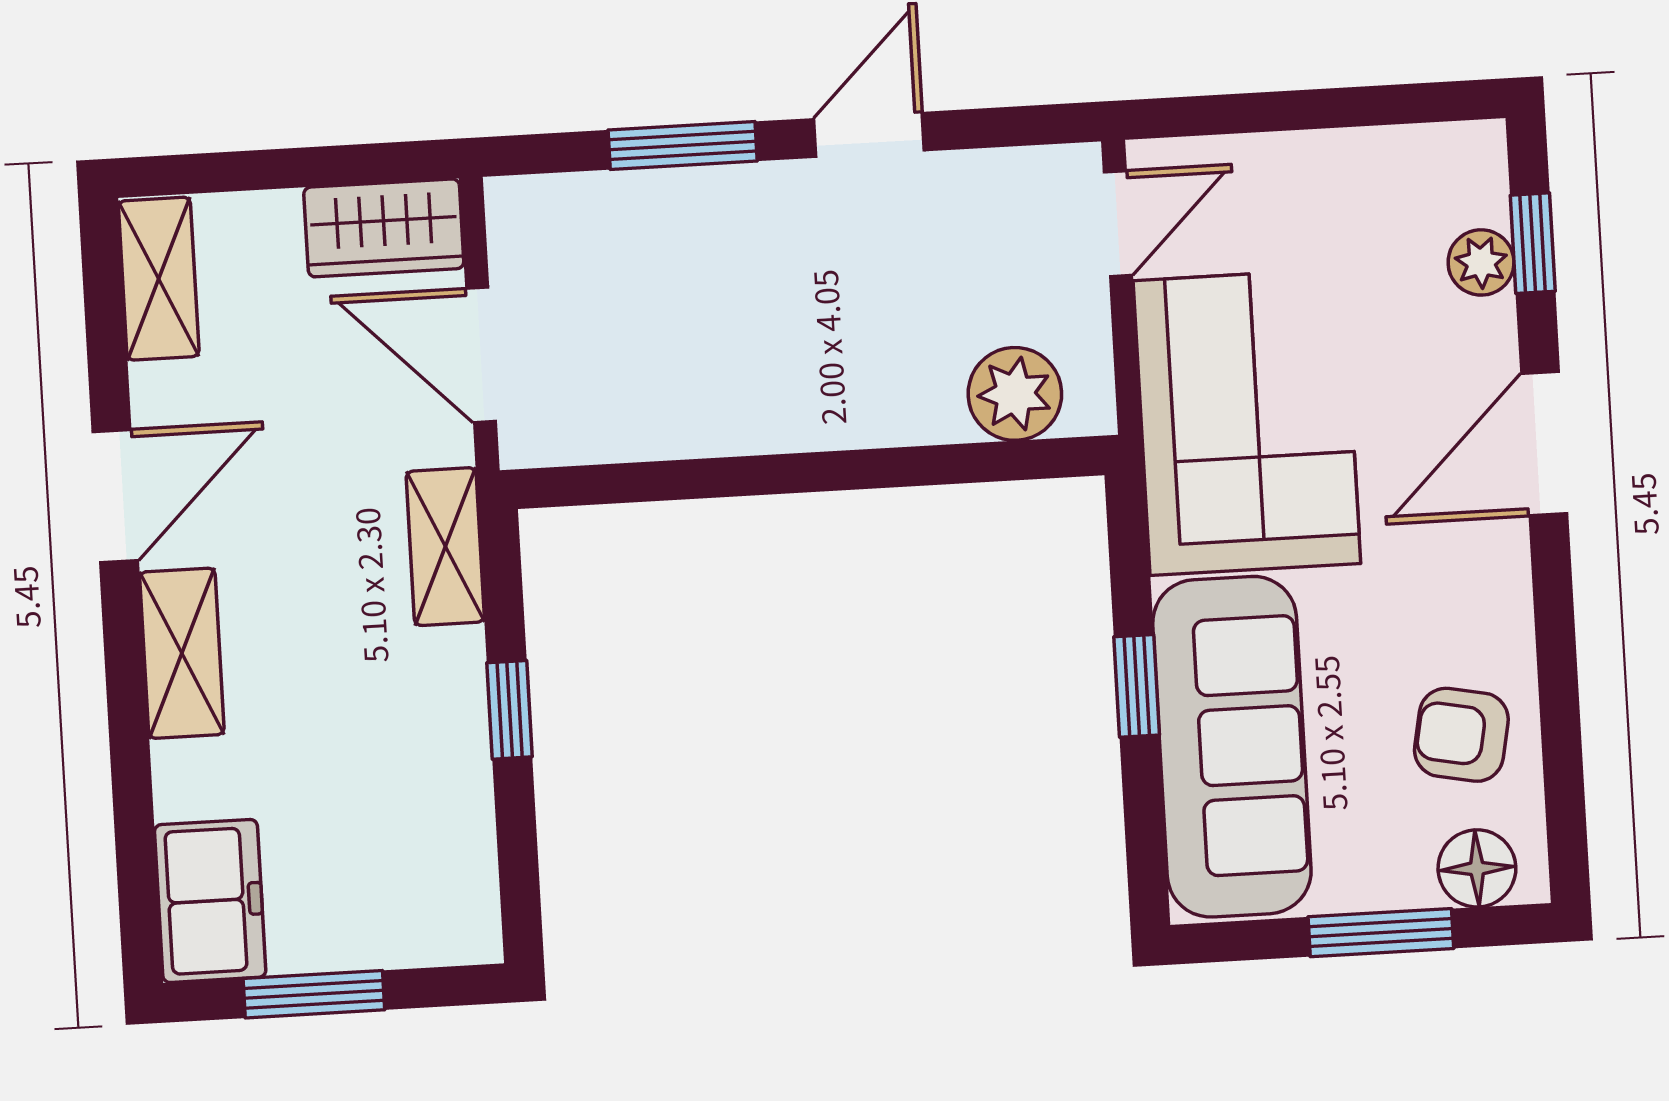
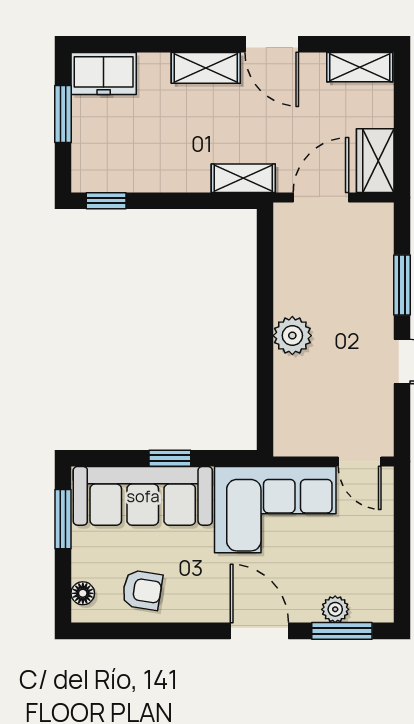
window: (1533, 243) -> (342, 631), width x1.50
plant: (1015, 394) -> (292, 336), moved
window: (509, 710) -> (106, 201), moved
armchair: (1461, 735) -> (142, 590), turned 88
floor lamp: (1477, 868) -> (83, 593), width x0.73, depth x0.73
window: (1381, 933) -> (63, 519), moved

